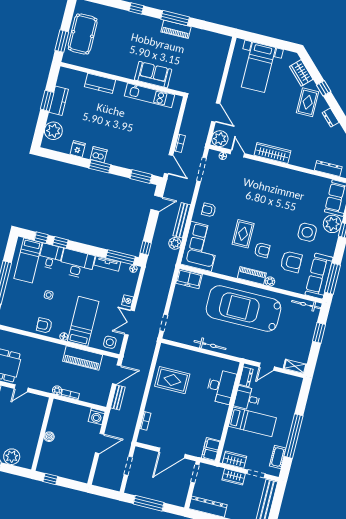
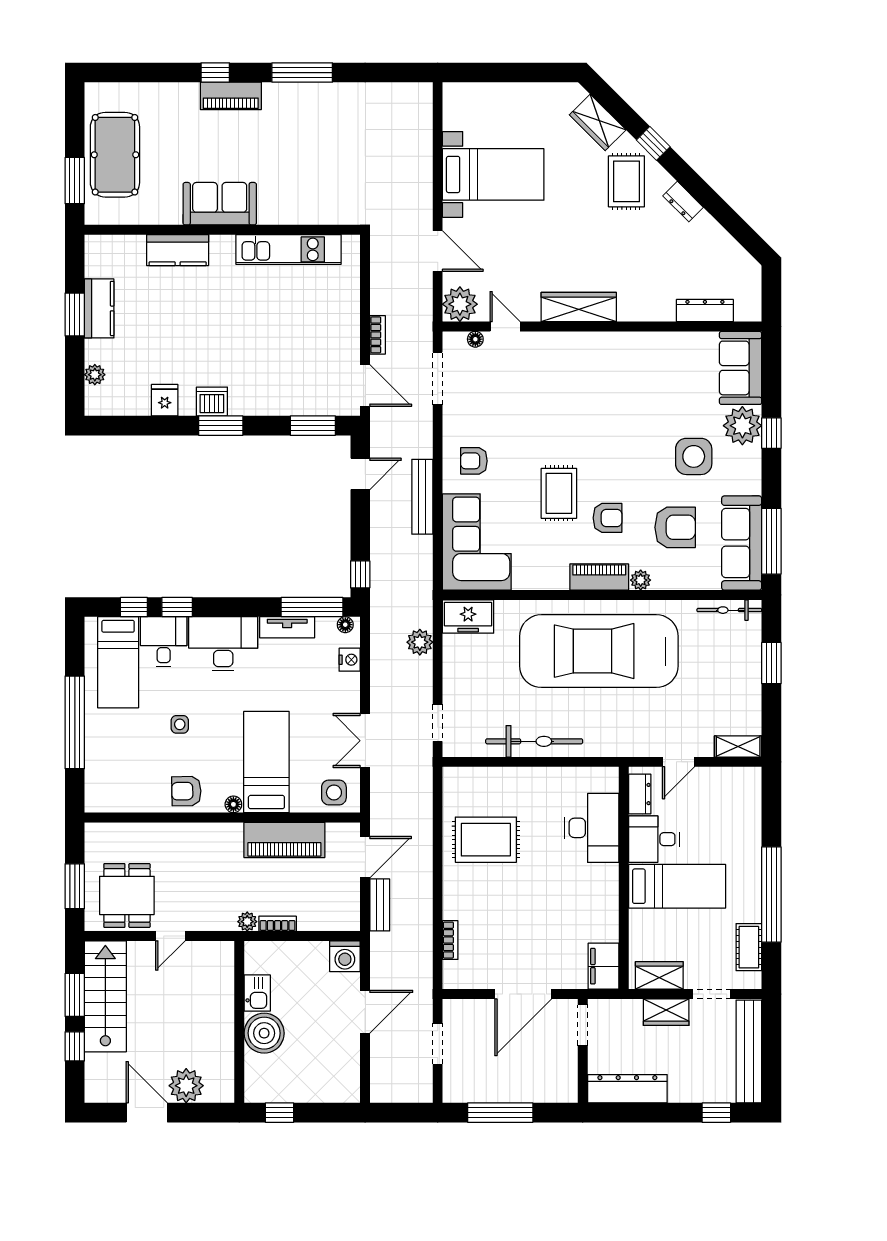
piano: (176, 29) -> (231, 96), moved
bed with nightstands: (259, 67) -> (493, 174), moved, turned -90
sofa: (153, 75) -> (220, 204), moved
plant: (53, 131) -> (95, 375), width x0.53, depth x0.53
plant: (175, 243) -> (420, 642), moved
nightstand: (128, 301) -> (350, 660), moved
bicycle: (210, 345) -> (534, 741), width x1.37, depth x1.40
kitchen sink: (54, 423) -> (257, 993), added
boiler: (49, 437) -> (264, 1033), width x1.86, depth x1.86

